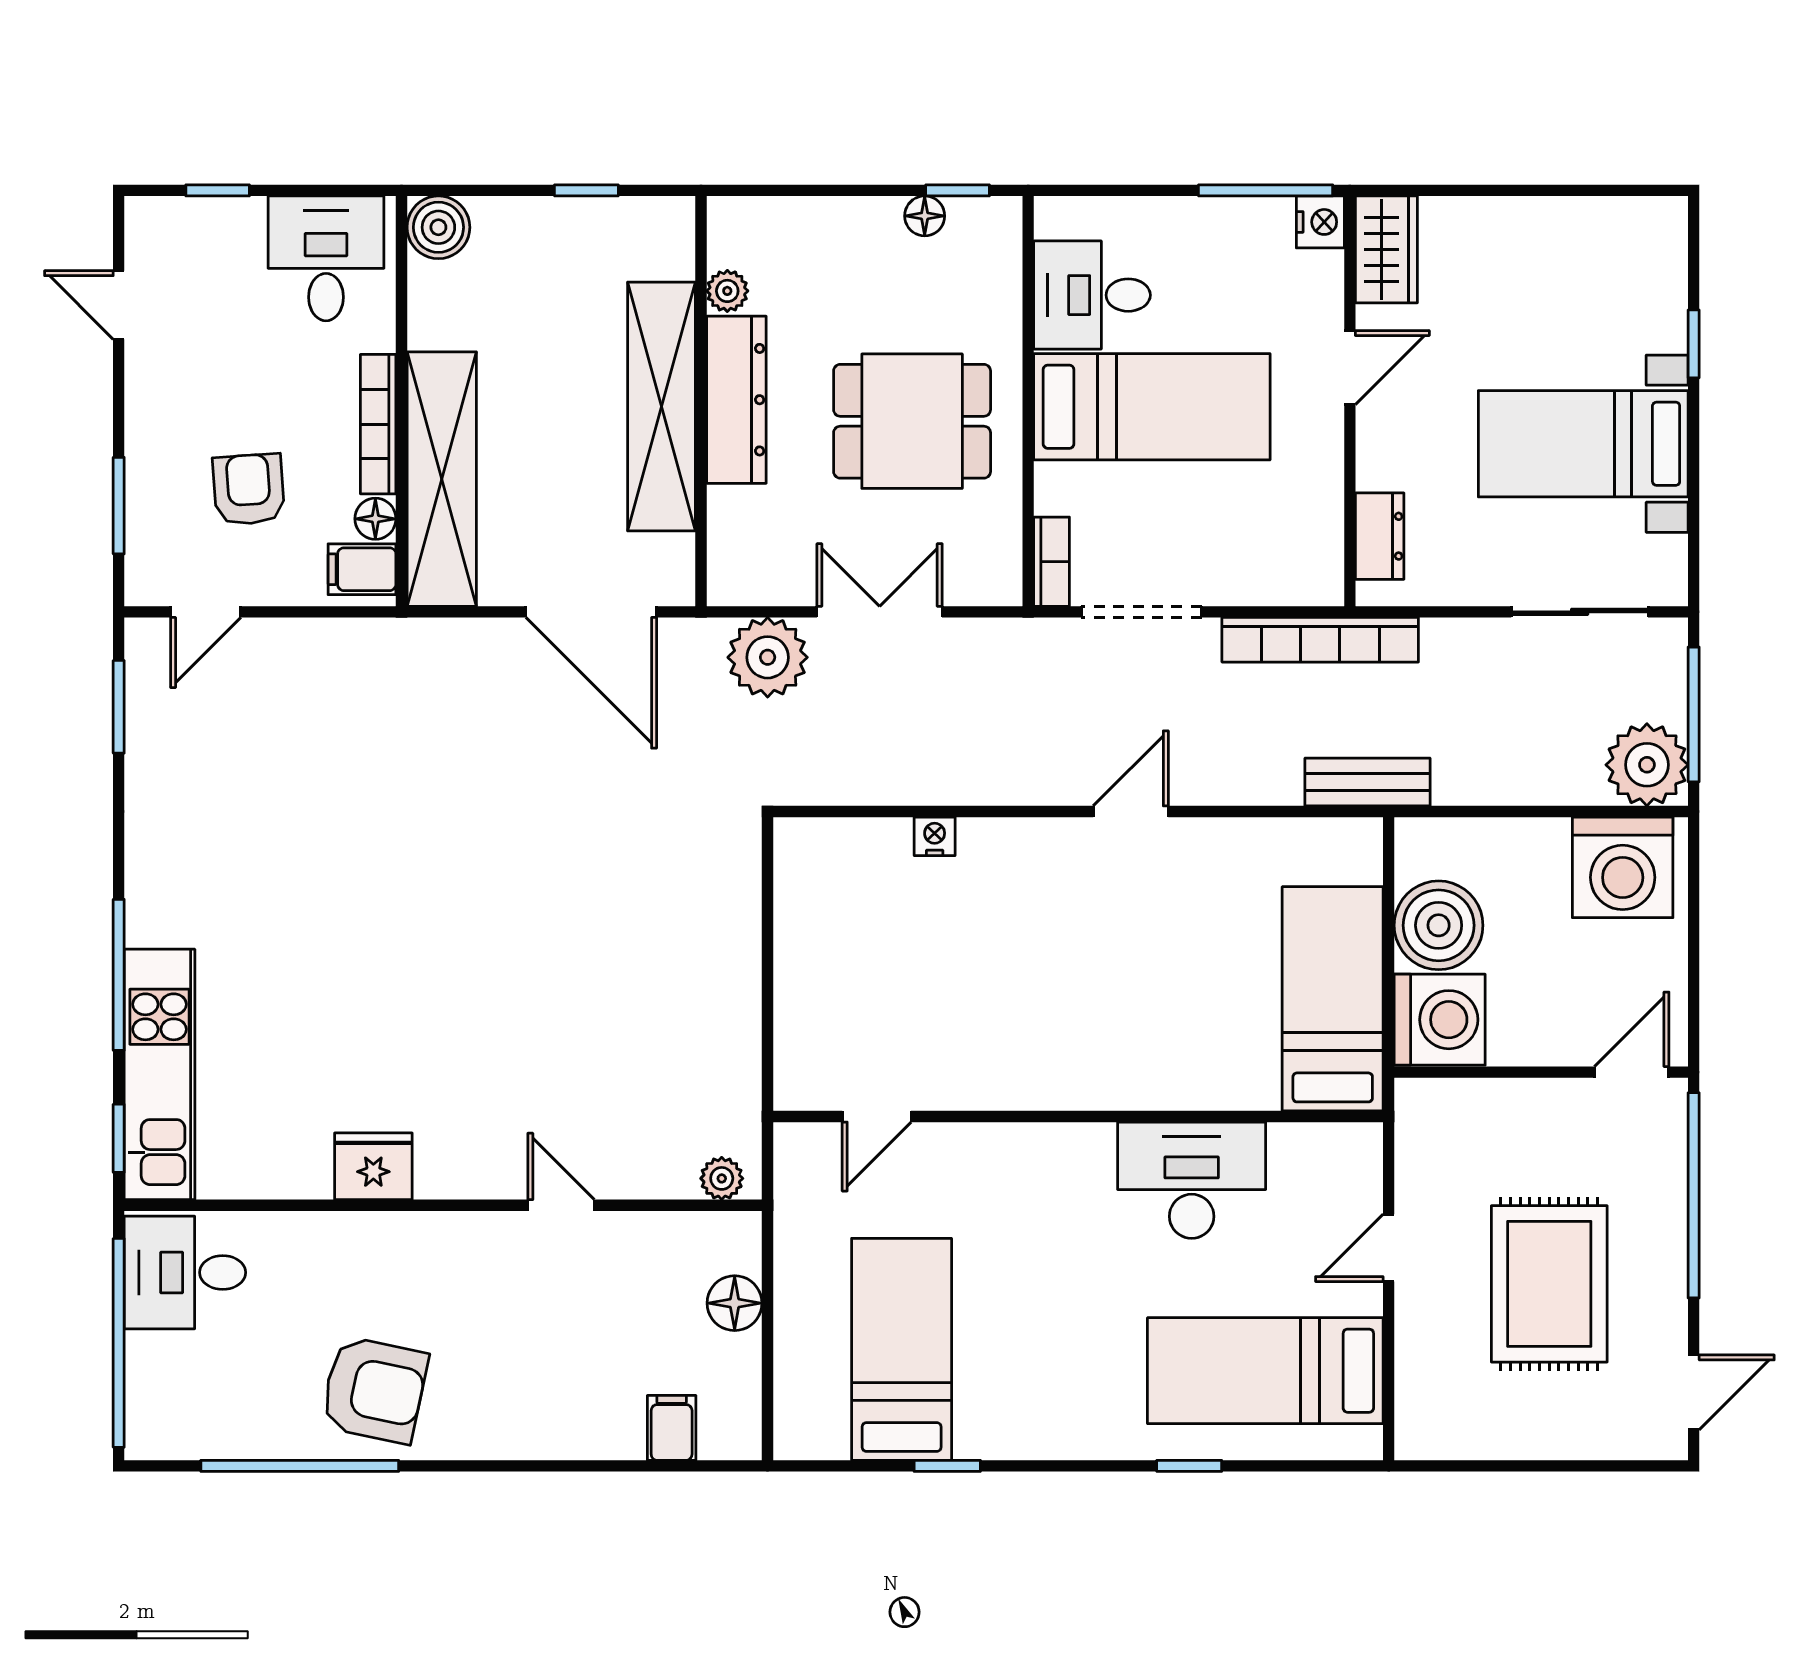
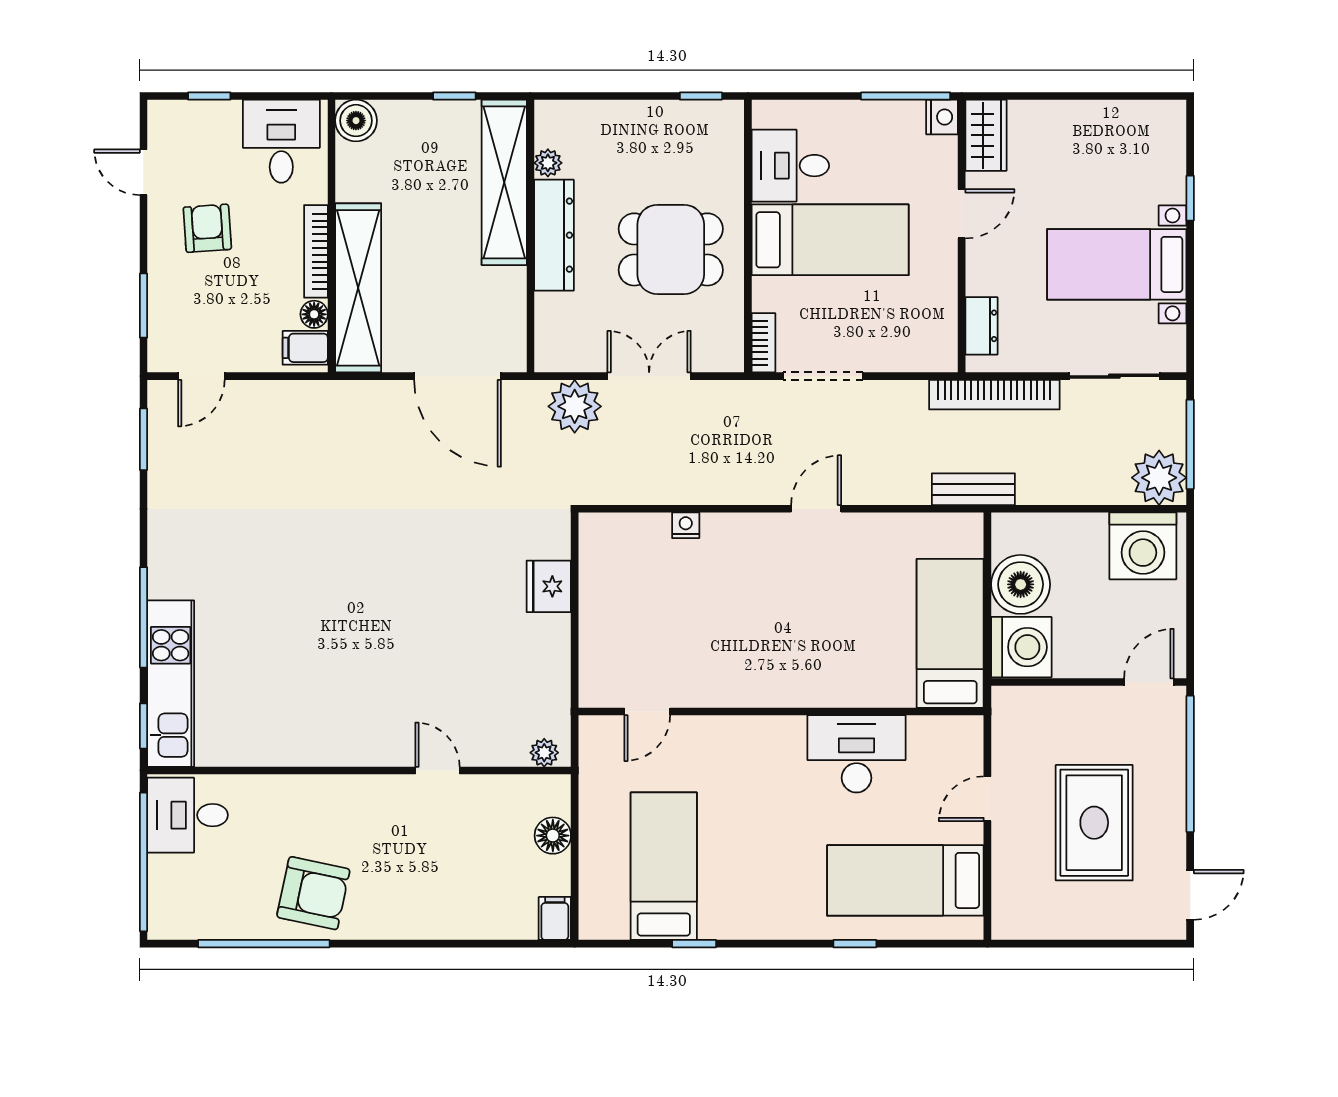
floor lamp: (925, 216) -> (679, 113), removed
shelving: (661, 406) -> (504, 182), moved
armchair: (249, 489) -> (207, 228), moved
bookcase: (1320, 640) -> (994, 395), moved
fridge: (373, 1166) -> (549, 586), moved, turned -90
filing cabinet: (672, 1428) -> (555, 918), moved

